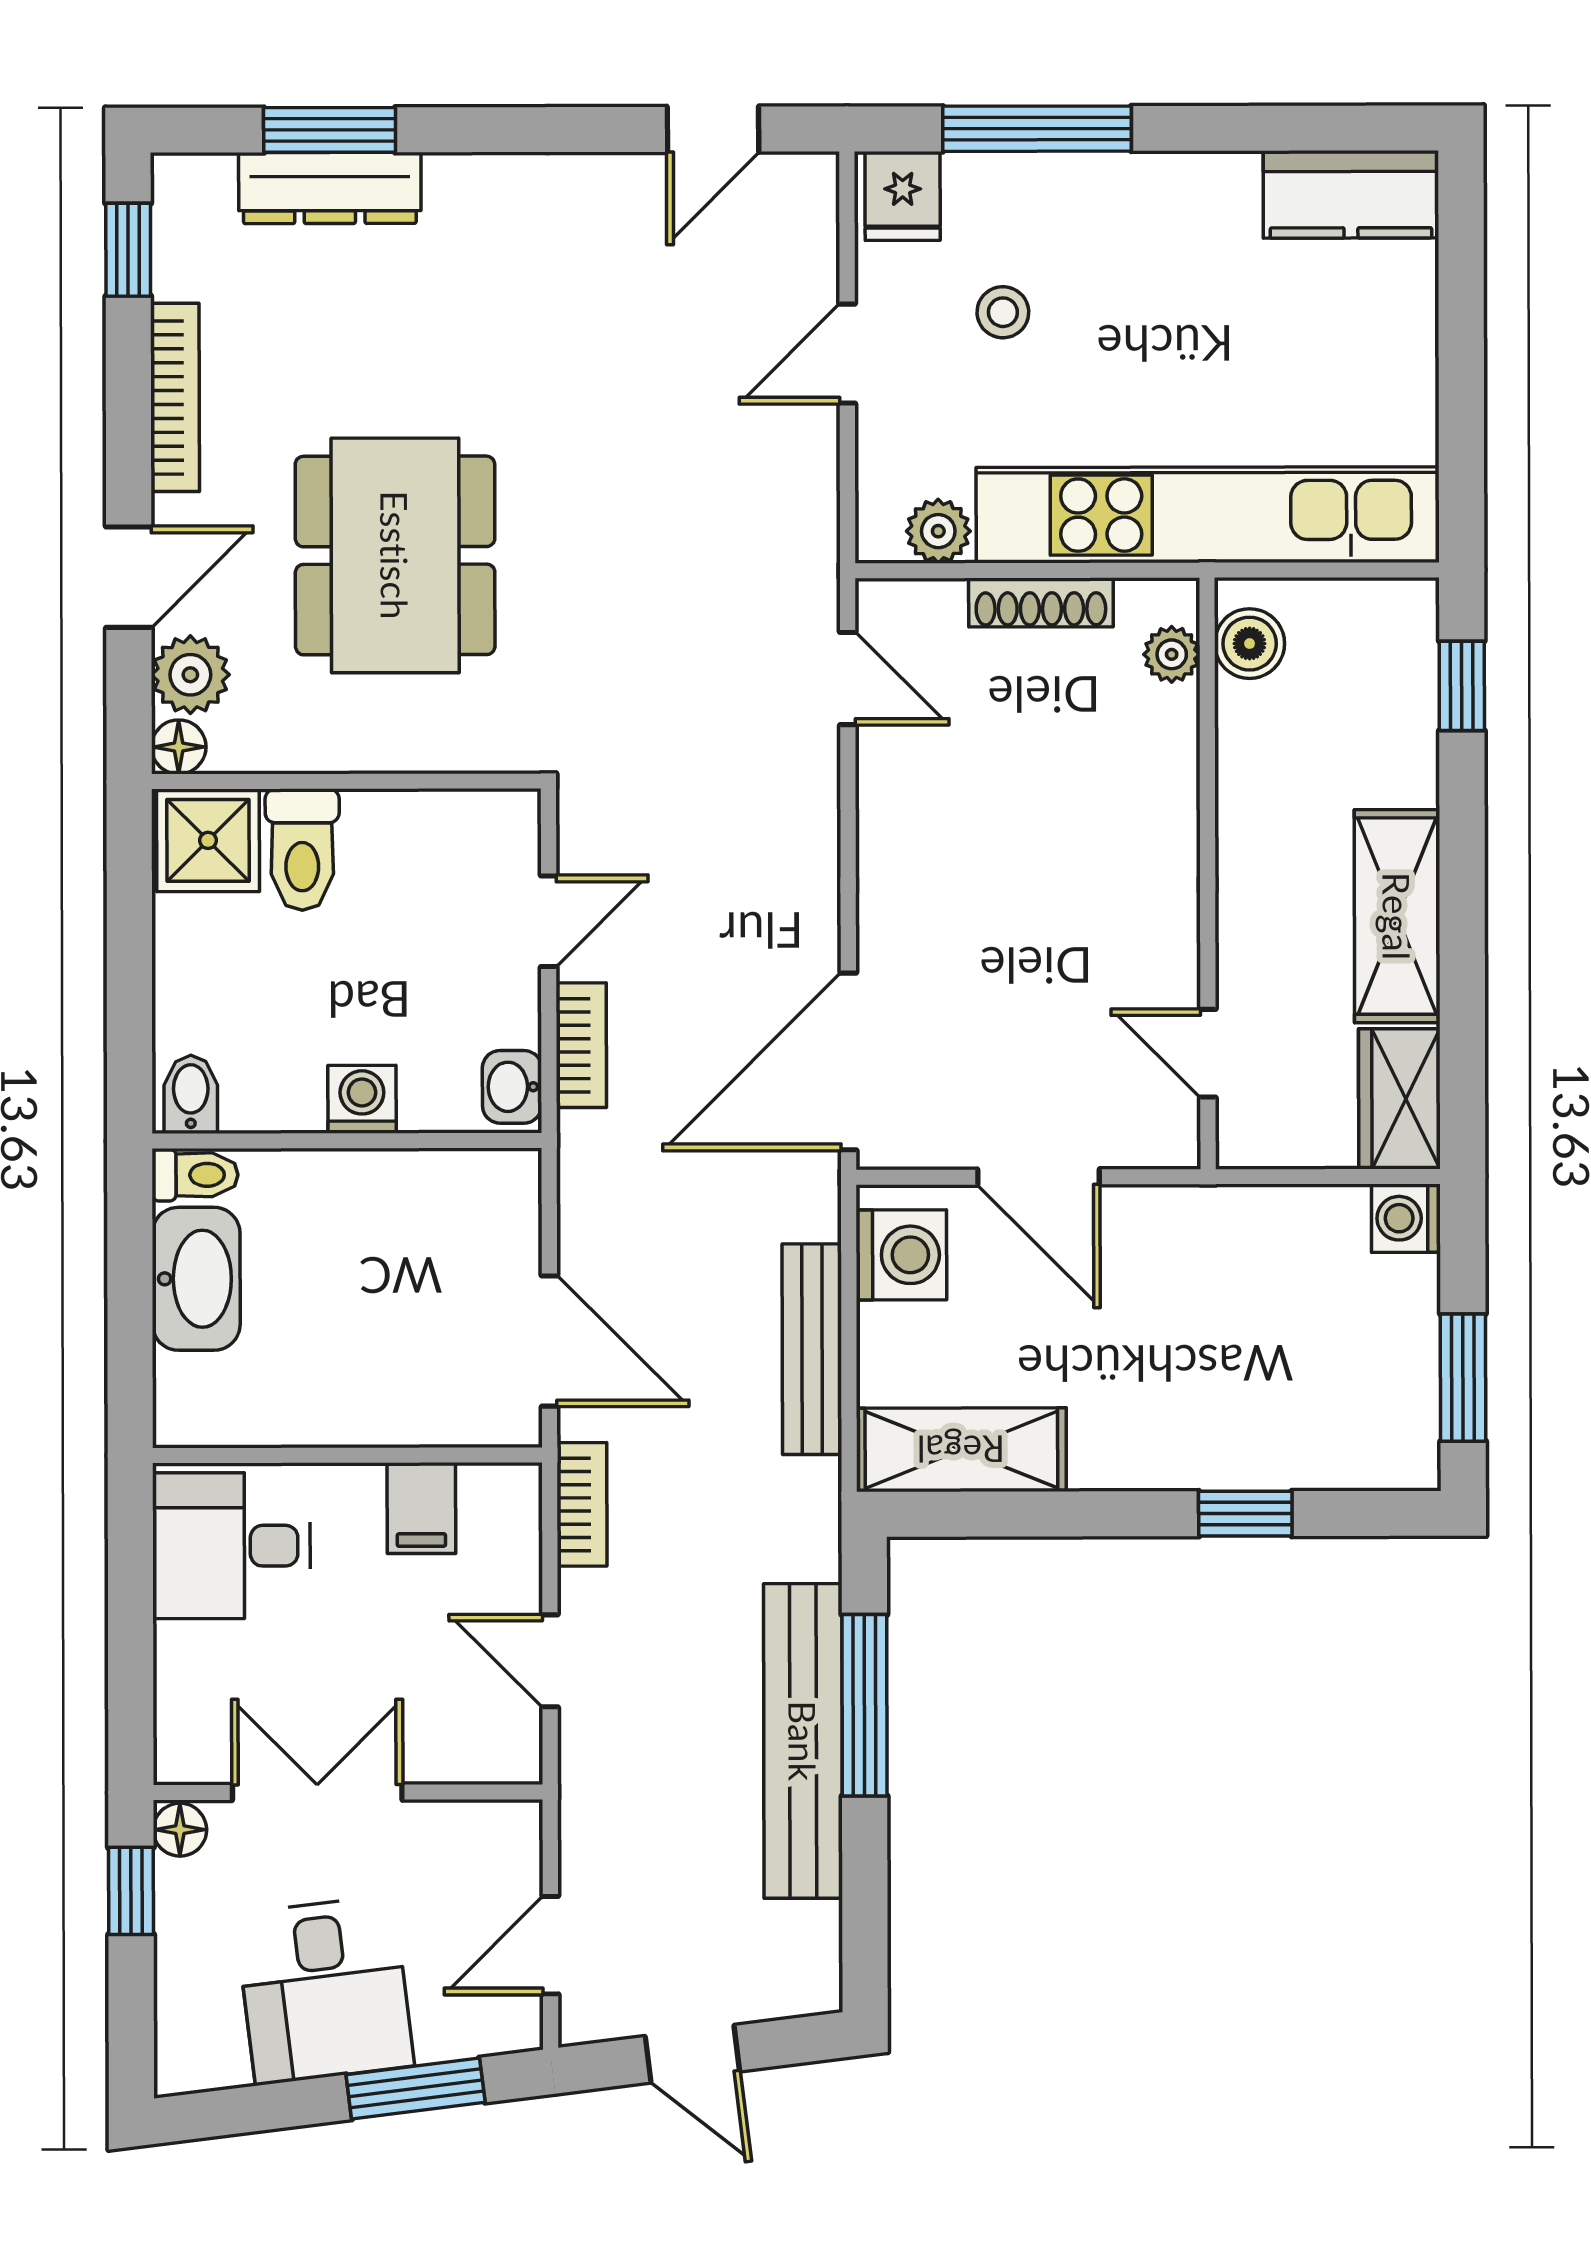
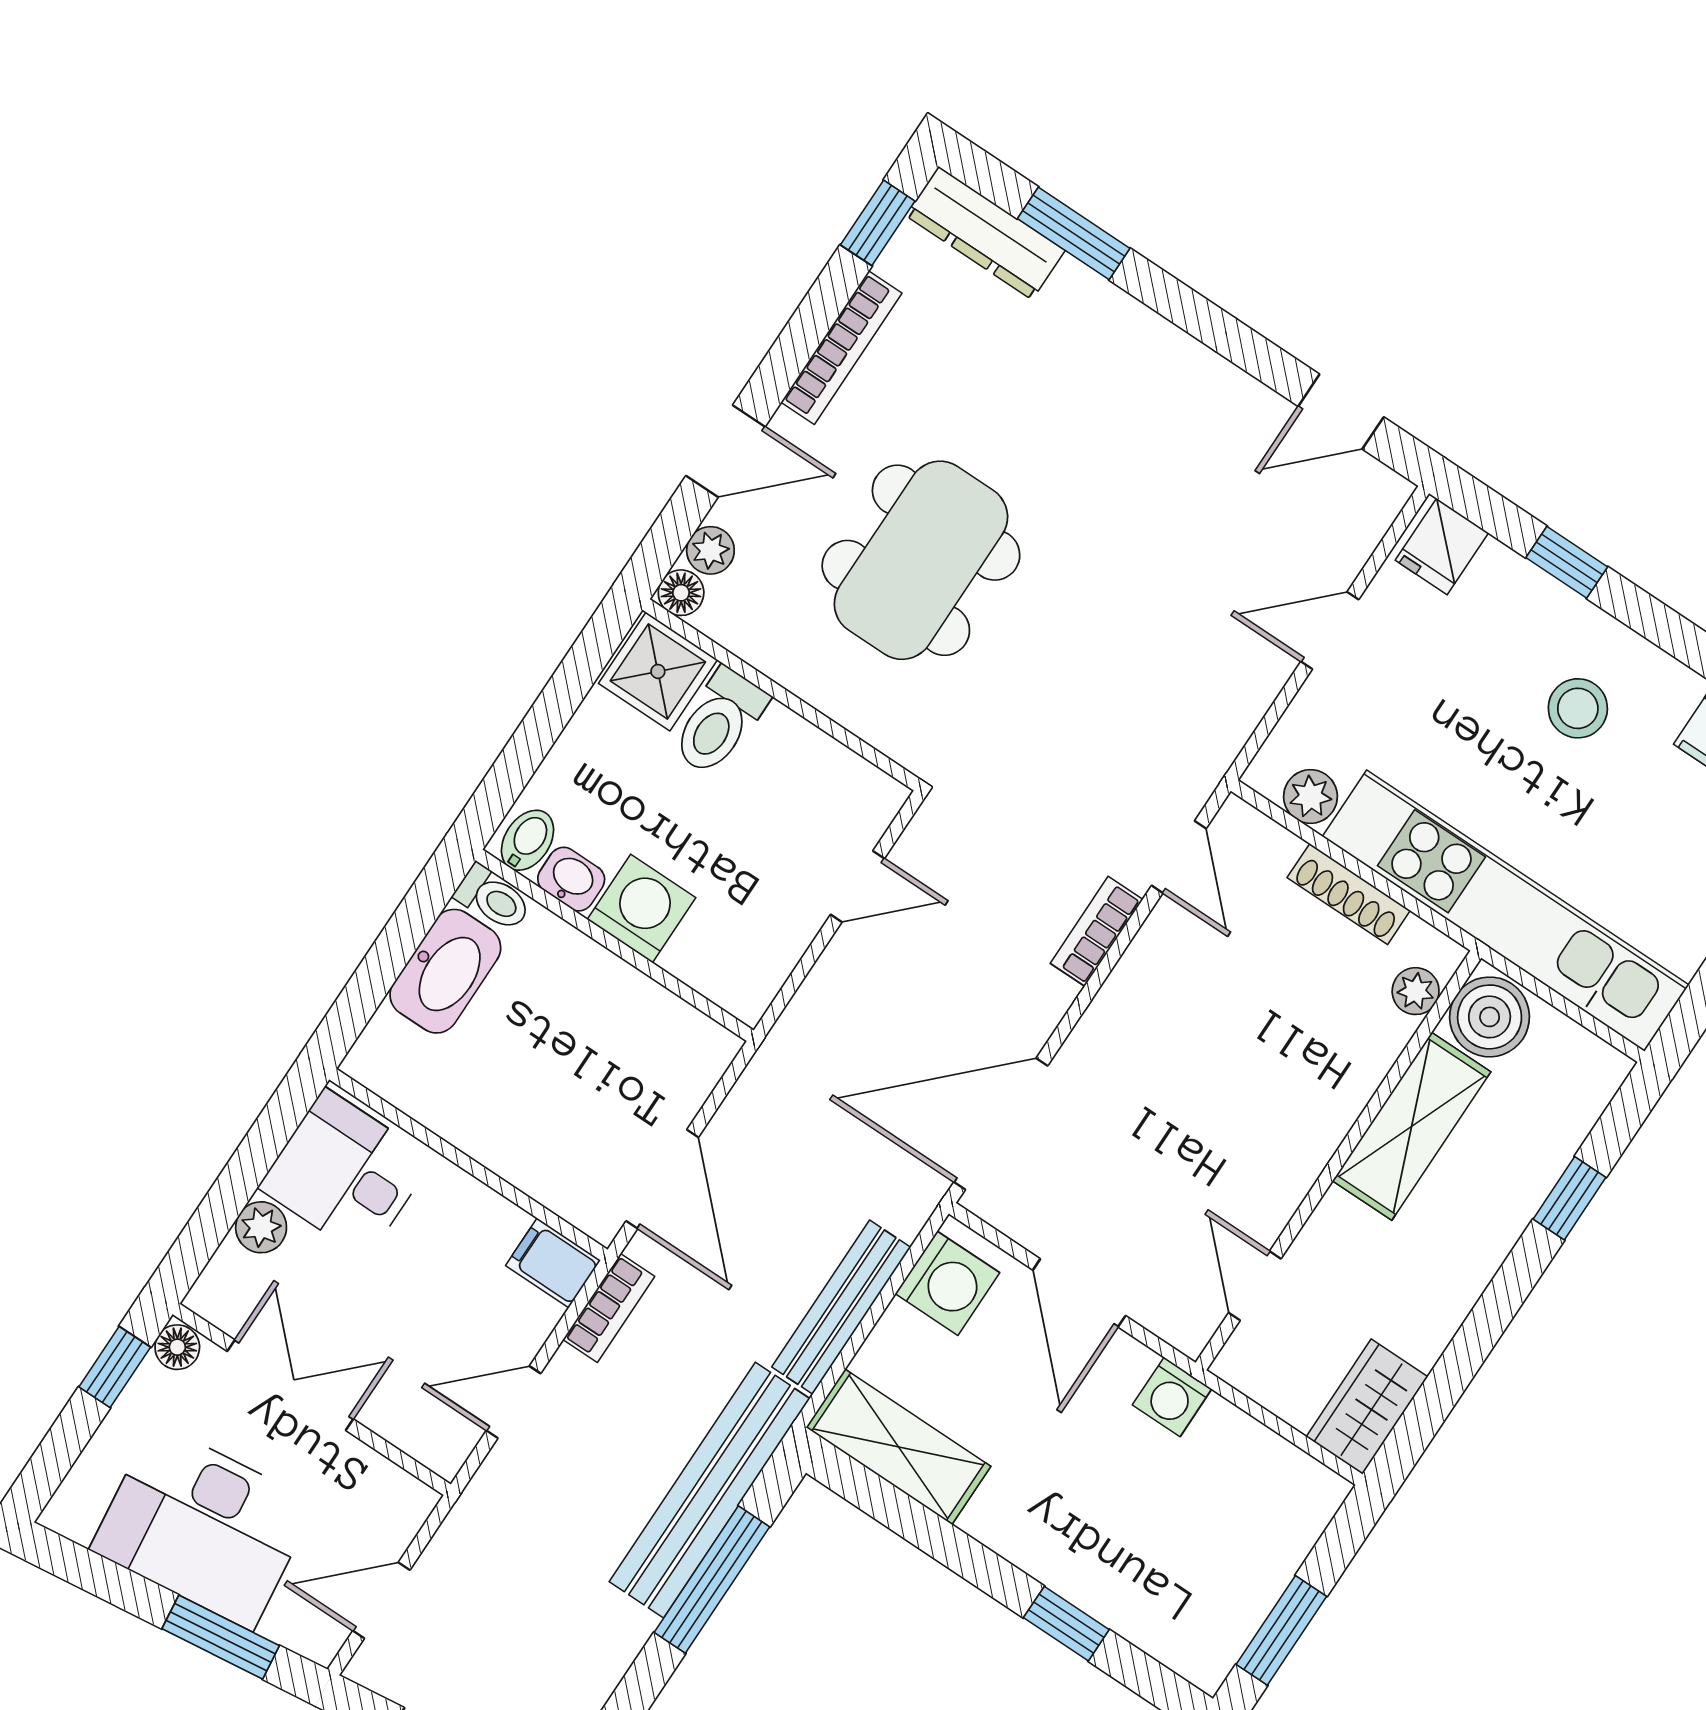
window: (1037, 129) -> (1567, 562), width x0.46
dresser: (330, 188) -> (985, 233), moved
stool: (1003, 312) -> (1578, 708), moved, width x1.37, depth x1.37
boiler: (1250, 644) -> (1490, 1017), width x1.36, depth x1.36
plant: (190, 675) -> (710, 550), width x0.73, depth x0.73
window: (1462, 686) -> (1570, 1198), moved
shelving: (1397, 916) -> (1412, 1126), moved
bookcase: (581, 1045) -> (1096, 931), moved, turned 180
washbasin: (512, 1087) -> (571, 879), moved, turned 90
washing machine: (362, 1099) -> (641, 909), width x1.38, depth x1.38
washing machine: (1406, 1218) -> (1172, 1397), moved, turned -90
filing cabinet: (421, 1508) -> (553, 1263), moved, turned 90
plant: (183, 1655) -> (261, 1227), added
door: (550, 1661) -> (514, 1402), hinge flipped
bench: (803, 1741) -> (710, 1490), moved
desk: (324, 1990) -> (203, 1526), width x1.37

